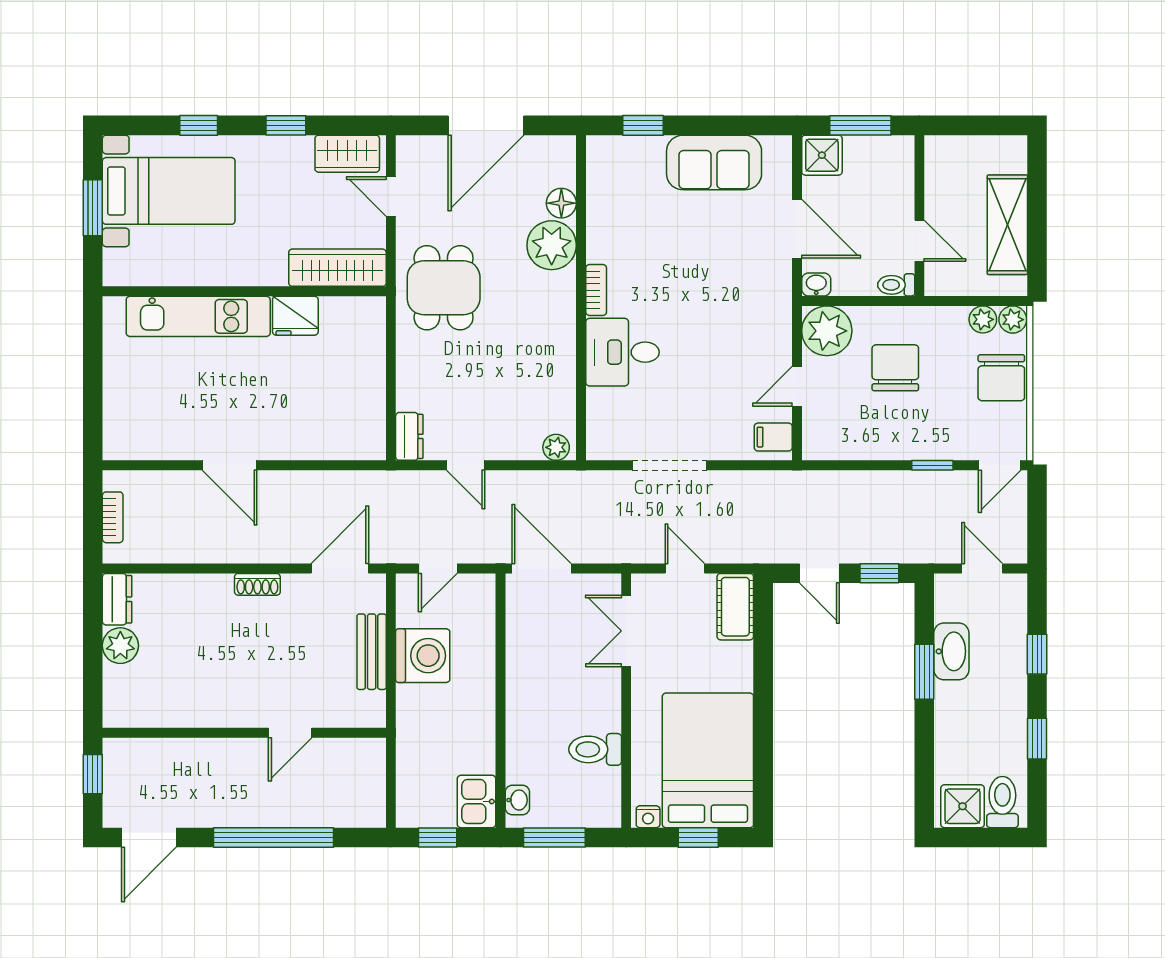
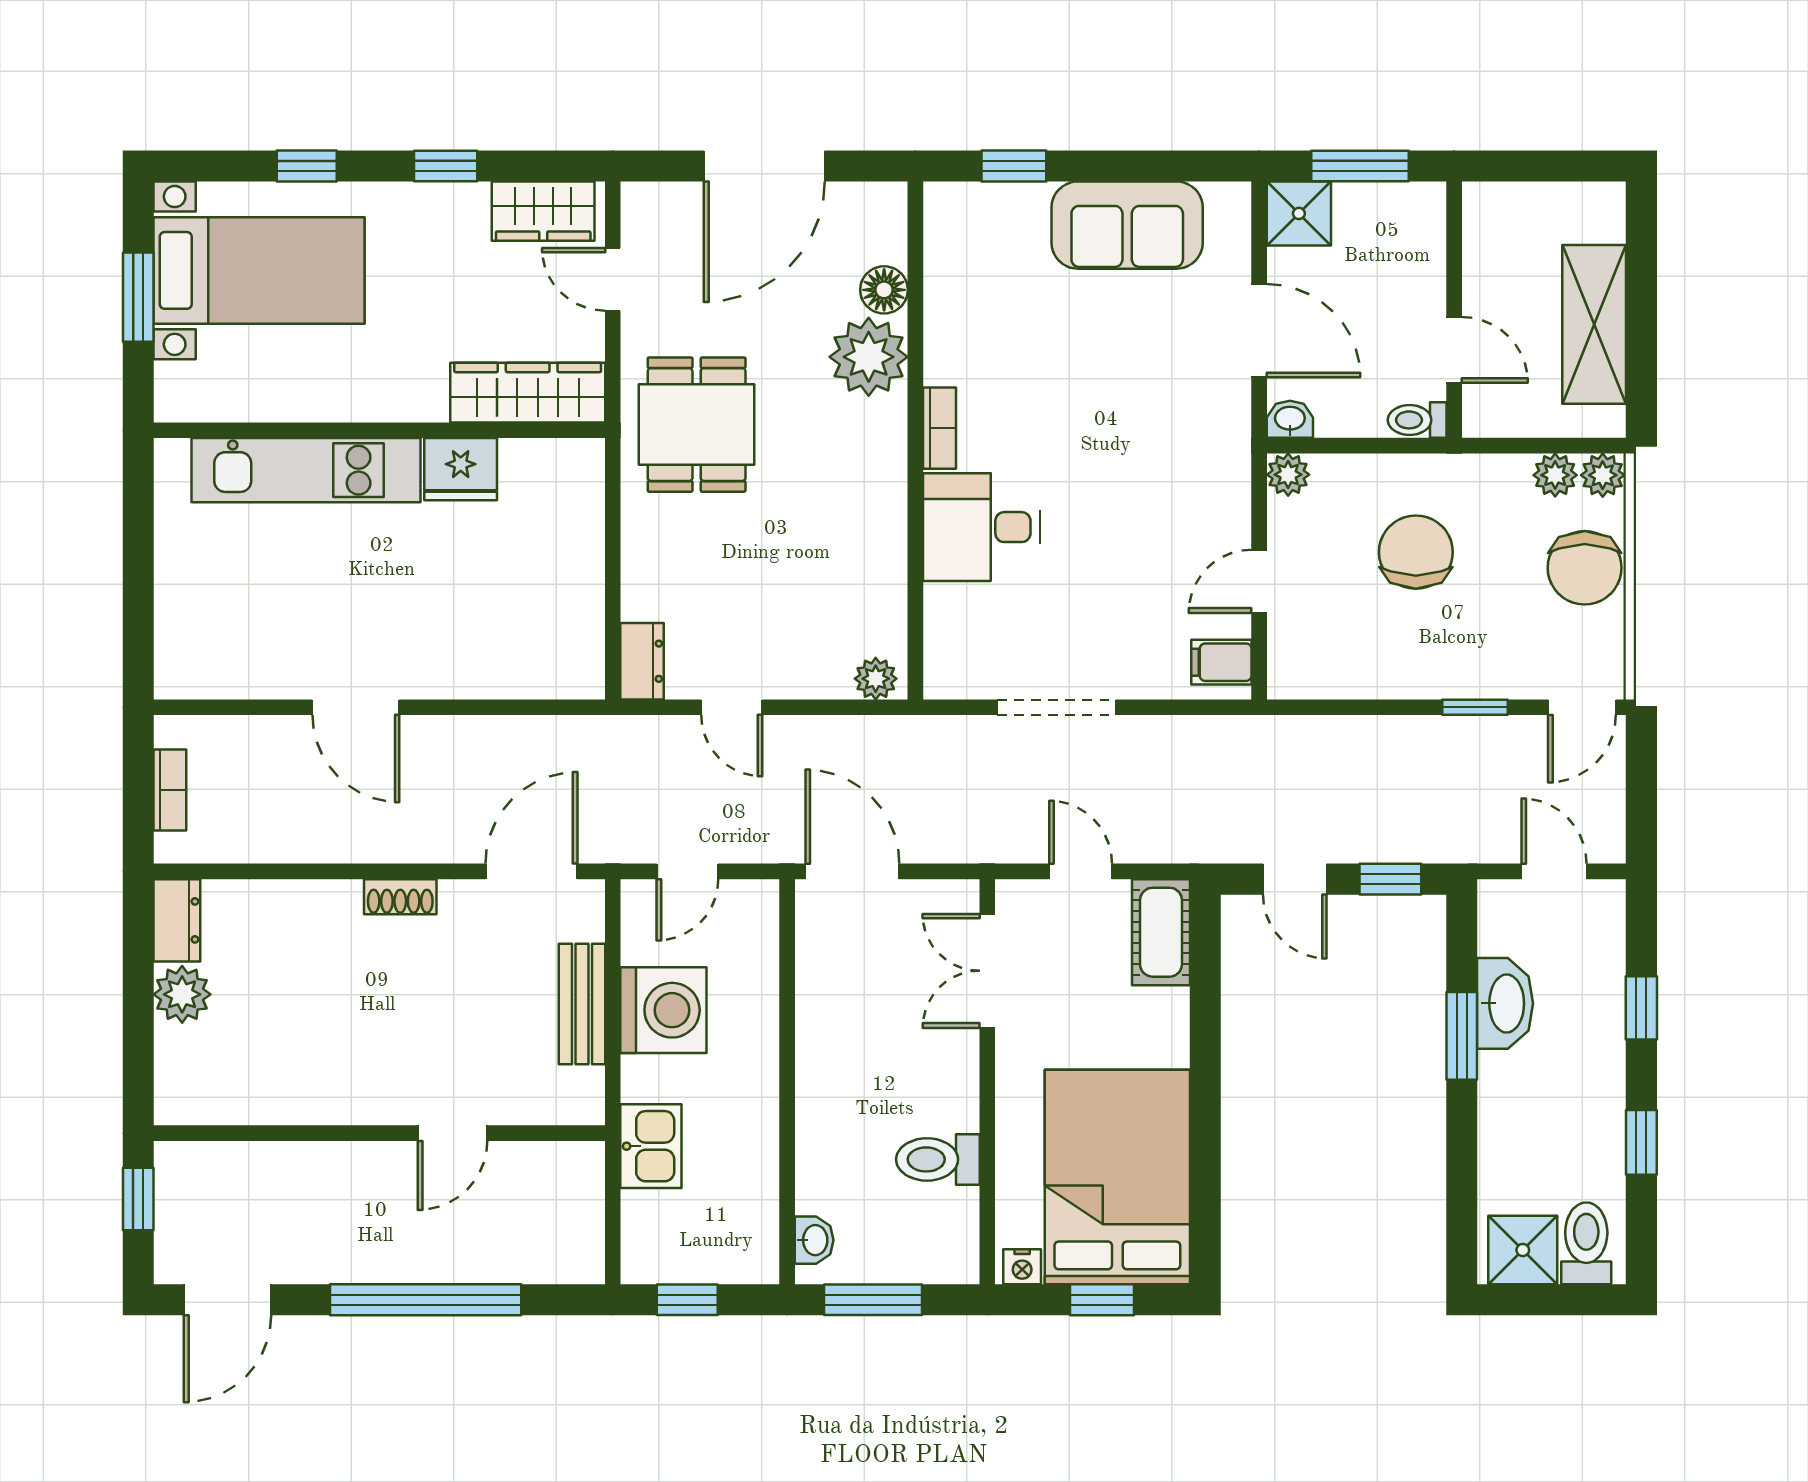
plant: (827, 331) -> (1288, 475), width x0.53, depth x0.53
kitchen sink: (477, 801) -> (651, 1146), moved, turned 180

